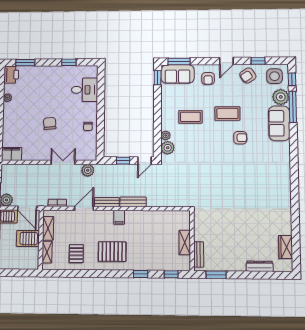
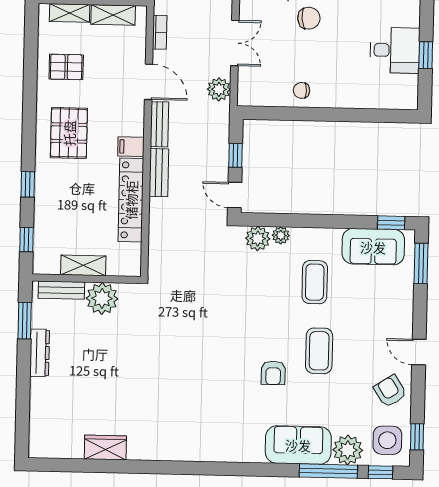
window: (258, 61) -> (417, 437), moved
sofa: (178, 74) -> (373, 247), moved, turned -90
armchair: (208, 78) -> (387, 317), removed
desk: (85, 90) -> (395, 50), moved, turned -90
locker: (148, 217) -> (131, 200), added
plant: (203, 232) -> (102, 298), added
wardrobe: (286, 247) -> (105, 448), moved
dresser: (260, 266) -> (40, 353), moved

